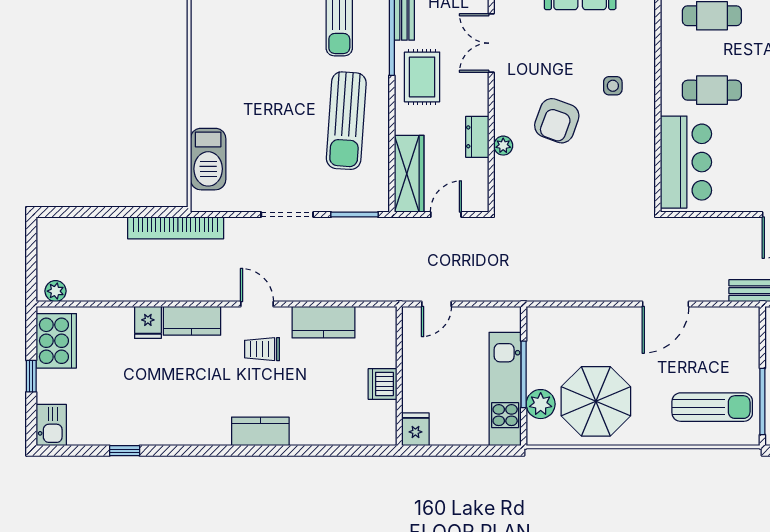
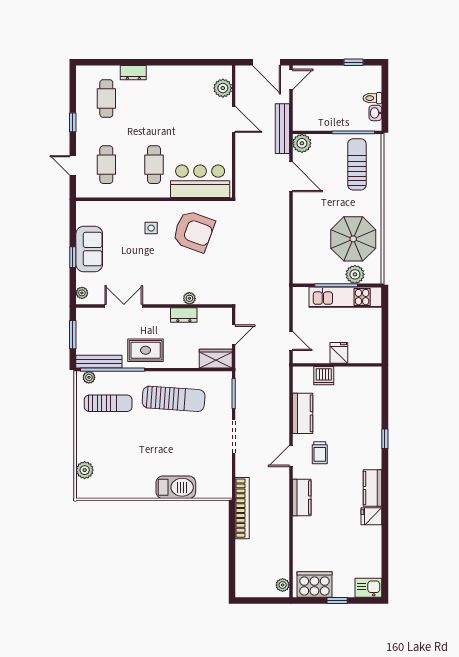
double door: (491, 43) -> (124, 306), swing flipped
armchair: (557, 121) -> (194, 231), moved, width x1.36, depth x1.36
barbecue: (208, 159) -> (176, 487), moved
wardrobe: (409, 174) -> (216, 359), width x0.67
door: (446, 214) -> (234, 335), swing flipped
door: (665, 304) -> (291, 177), moved
plant: (745, 321) -> (302, 143), added
fridge: (148, 322) -> (371, 516), moved, turned 180
dishwasher: (382, 384) -> (324, 376), moved
fridge: (415, 429) -> (339, 353), moved, turned 90
kitchen counter: (260, 431) -> (373, 488), moved
window: (125, 451) -> (385, 439), moved

